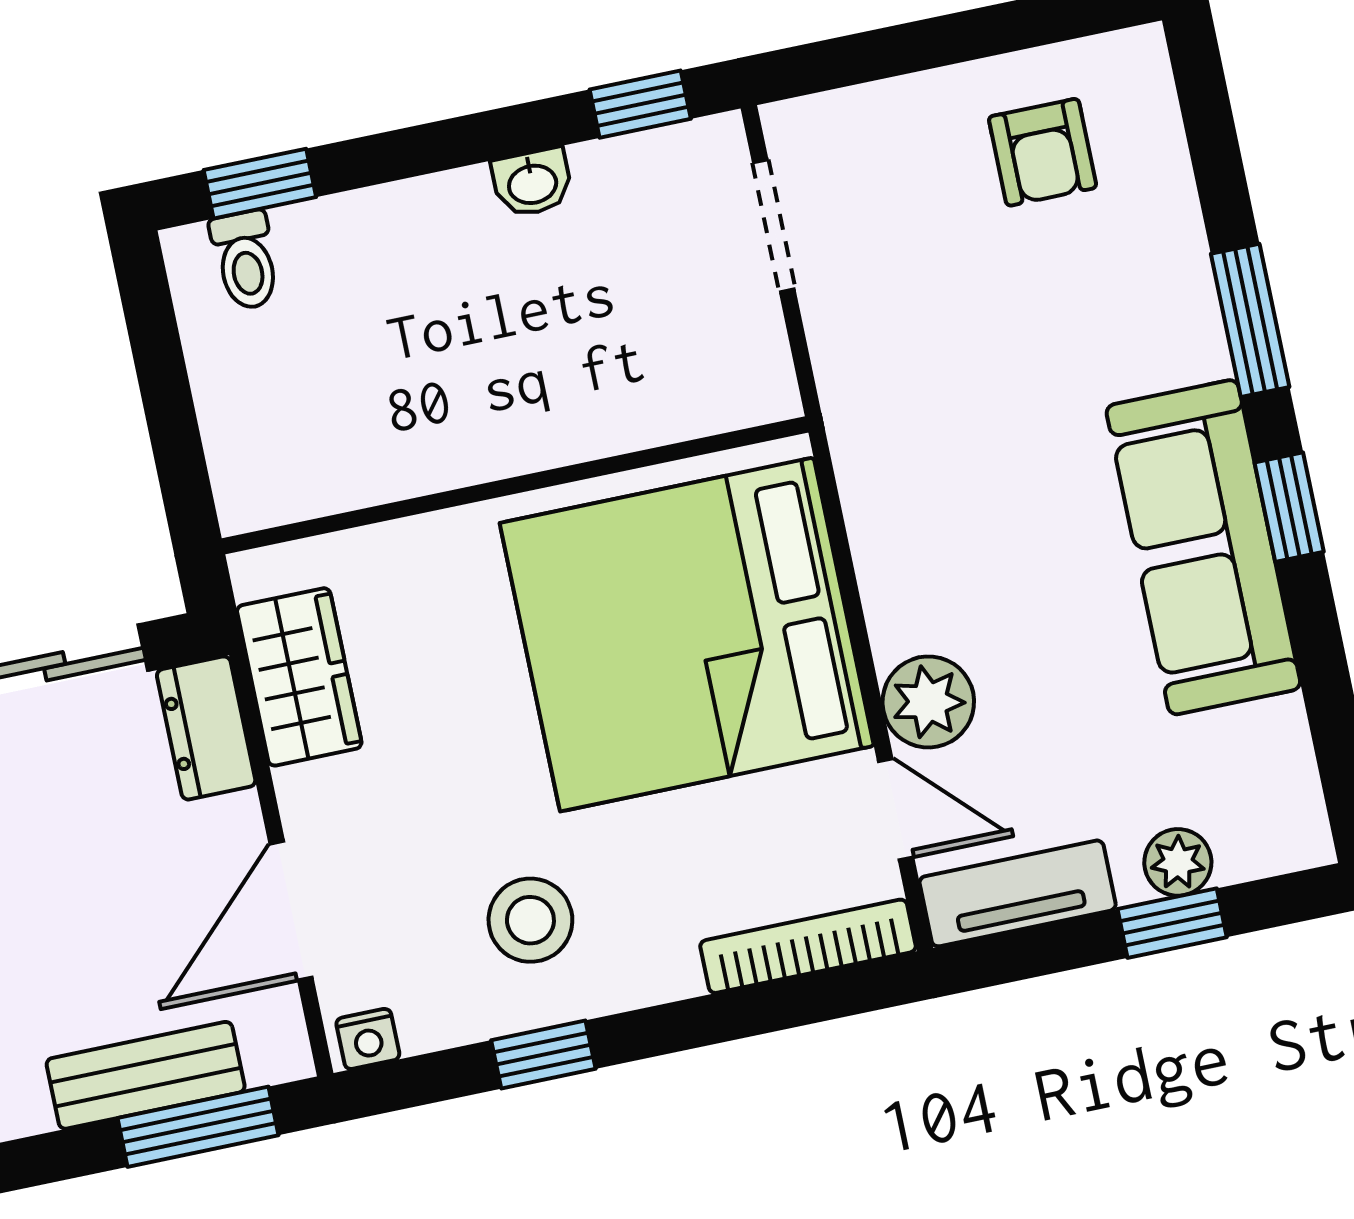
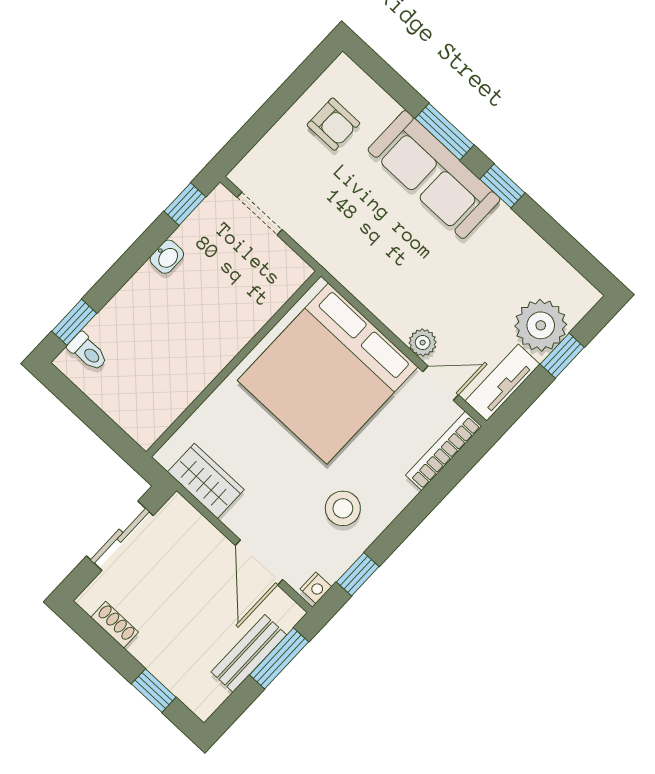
sofa: (1203, 547) -> (434, 175), moved
plant: (928, 702) -> (423, 343), width x0.73, depth x0.73
dresser: (206, 728) -> (186, 521), removed
plant: (1178, 862) -> (541, 325), width x1.88, depth x1.88
window: (543, 1054) -> (358, 574), moved

